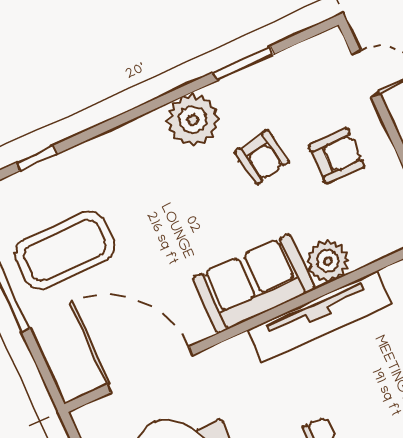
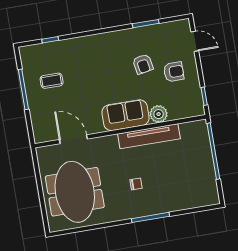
plant: (193, 120) -> (119, 41), removed
coffee table: (65, 250) -> (52, 81), width x0.54, depth x0.58
door: (150, 370) -> (73, 139), width x0.73

